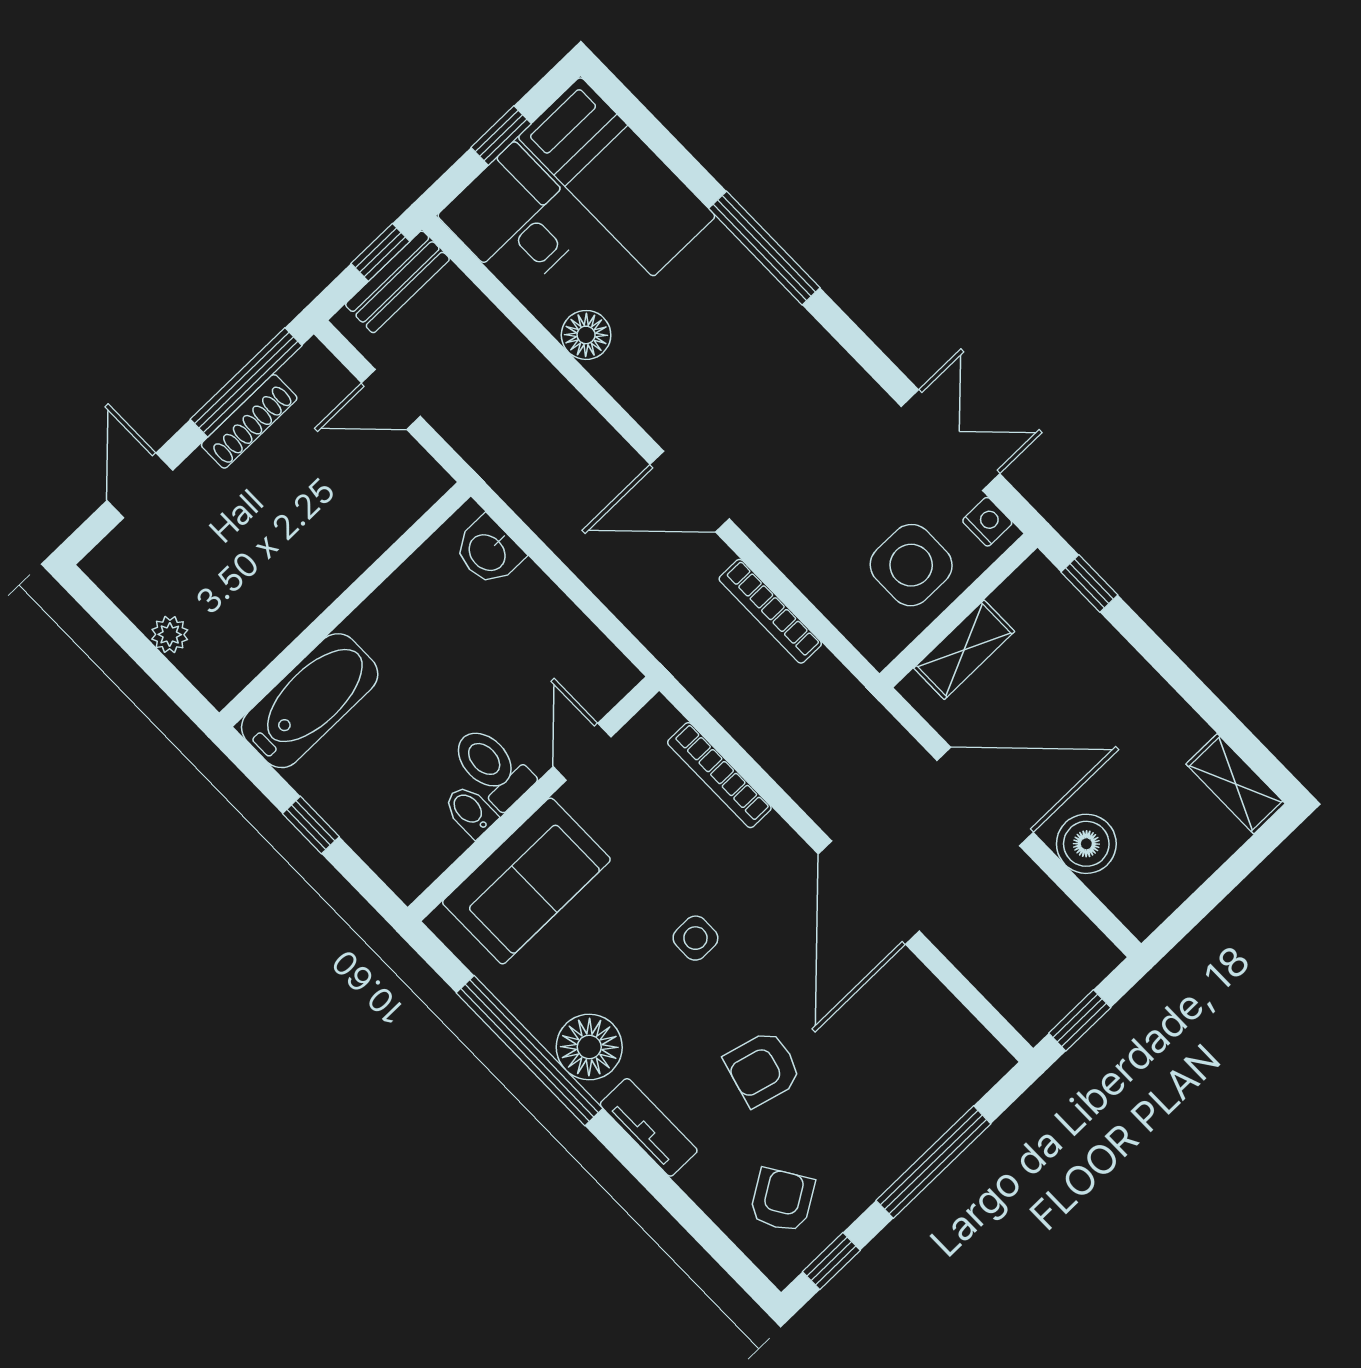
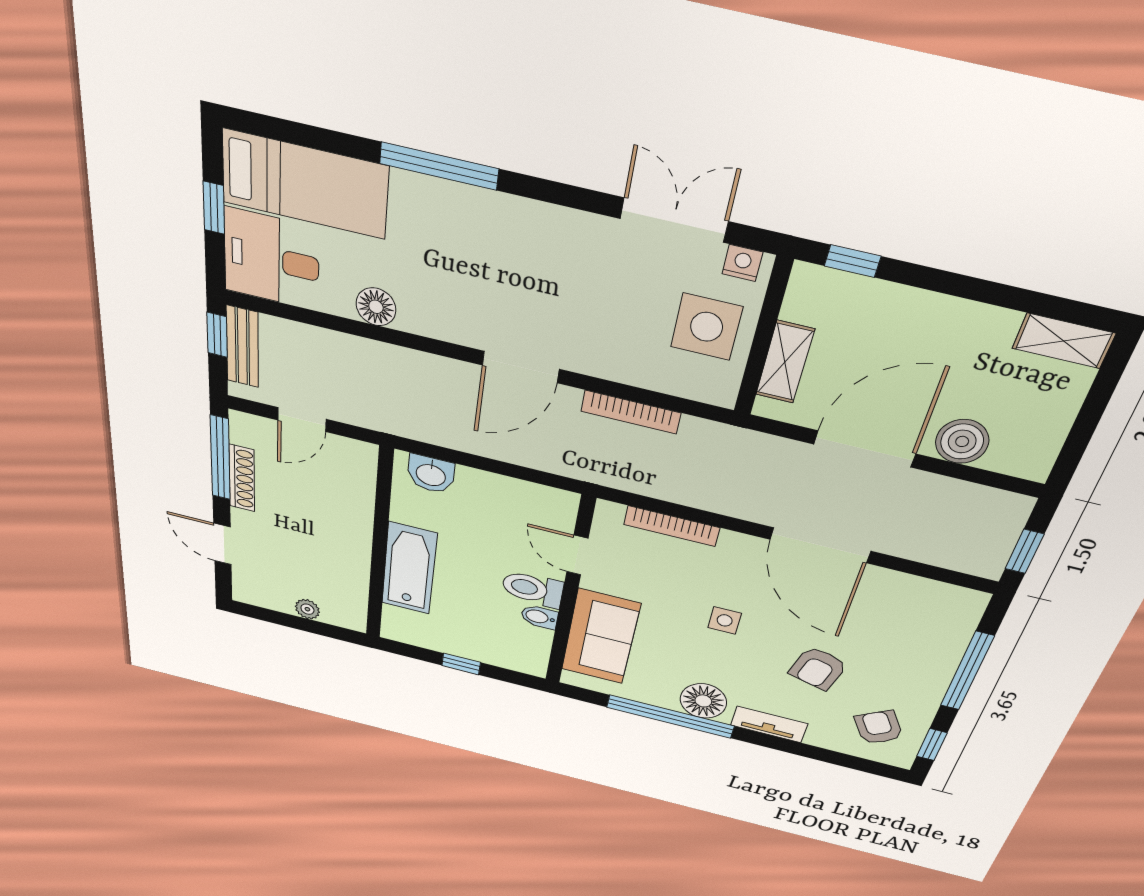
bathtub: (310, 701) -> (409, 568), moved

